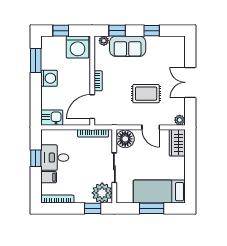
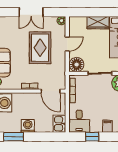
rug: (146, 94) -> (40, 48), width x1.36, depth x1.43
wardrobe: (177, 143) -> (98, 23), moved
desk: (55, 158) -> (79, 121), moved

